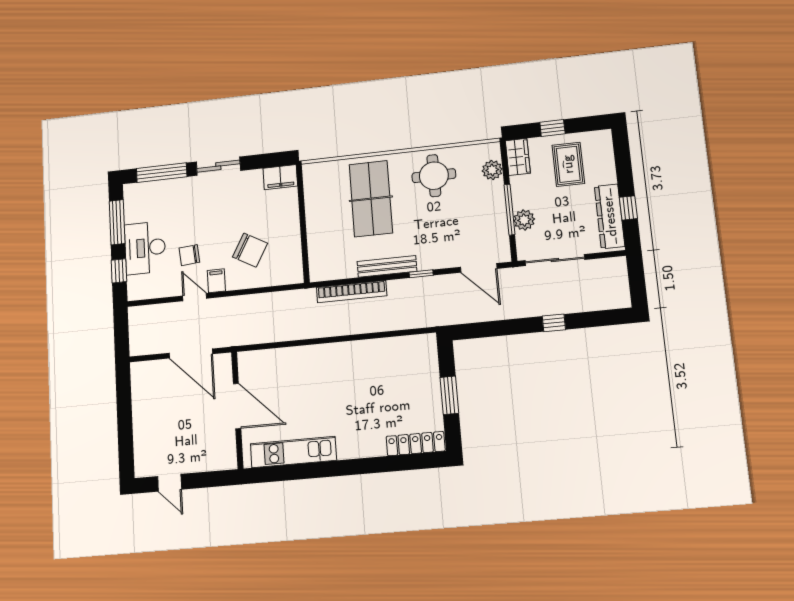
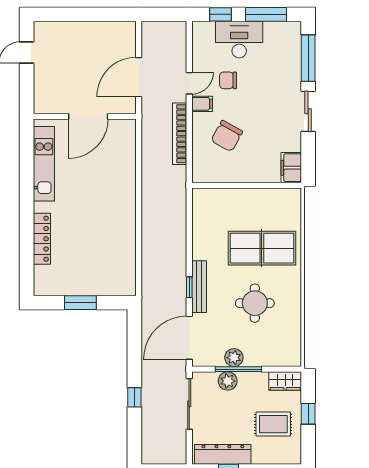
plant: (492, 170) -> (234, 358), moved
round table: (434, 176) -> (255, 303), moved
chair: (189, 255) -> (228, 80), turned -85
bench: (387, 266) -> (199, 287), moved
door: (479, 268) -> (189, 338), width x1.36
bookcase: (352, 292) -> (180, 134), moved
locker: (416, 444) -> (42, 239), moved

